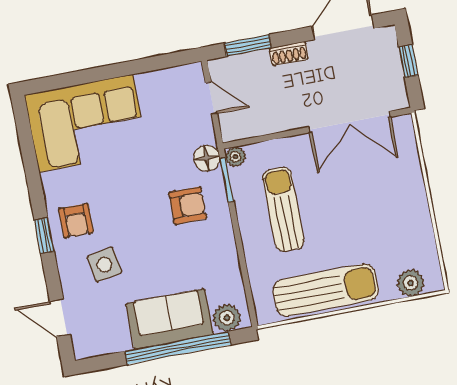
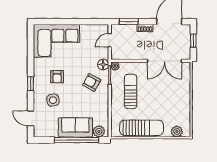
door: (211, 98) -> (110, 40), swing flipped
armchair: (188, 206) -> (92, 82), turned -151
armchair: (76, 221) -> (57, 77), moved

